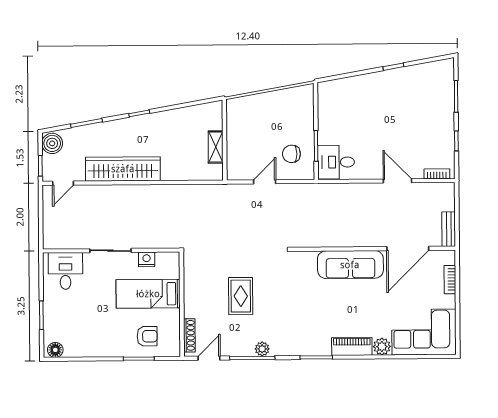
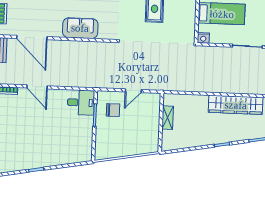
door: (408, 248) -> (32, 38), swing flipped
nightstand: (147, 259) -> (203, 38), moved
sofa: (350, 265) -> (80, 28), width x0.73

